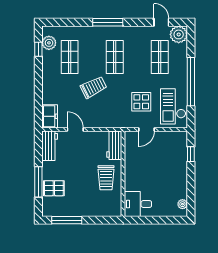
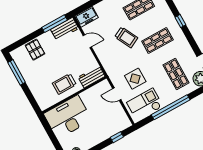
window: (108, 22) -> (180, 21), width x0.46
shop shelf: (160, 57) -> (176, 74), turned 90
door: (75, 130) -> (87, 41), hinge flipped
window: (38, 182) -> (55, 24), moved
desk: (138, 204) -> (68, 117), width x1.87, depth x1.30

